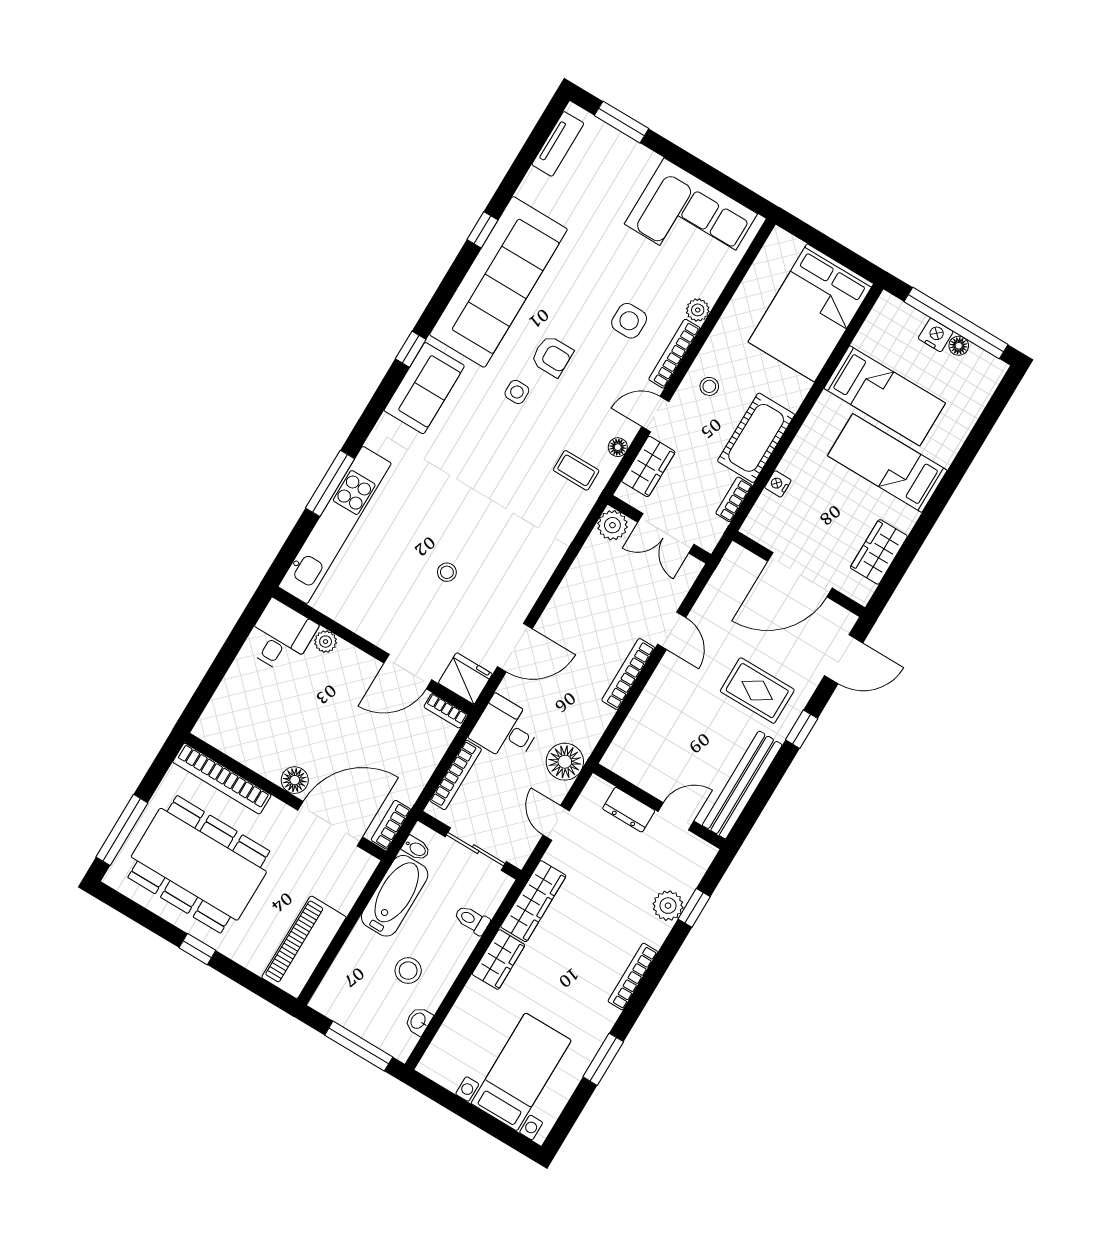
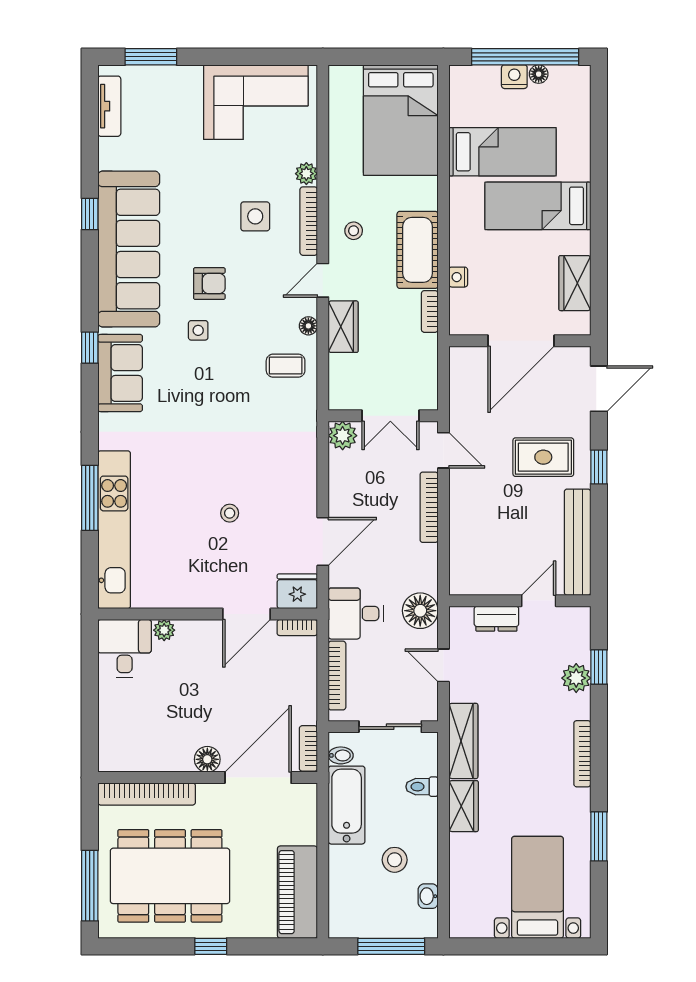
plant: (612, 525) -> (343, 436), moved
wall: (659, 529) -> (383, 416), moved
double door: (666, 533) -> (390, 416), moved

